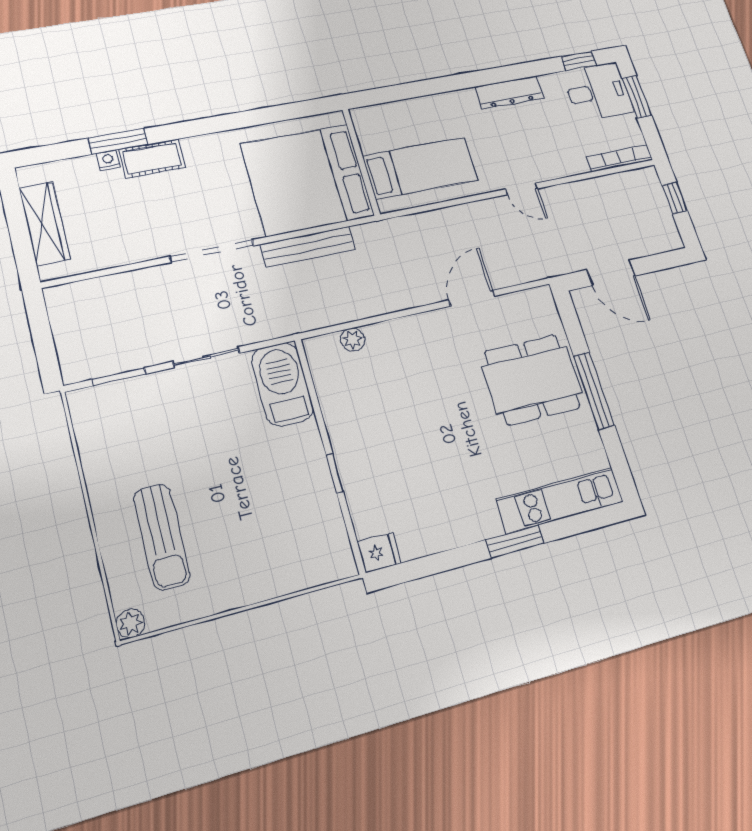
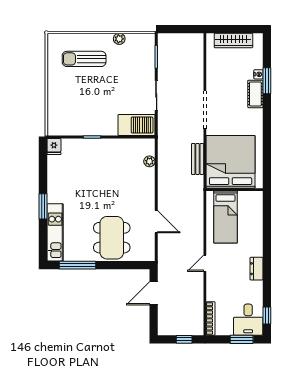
dresser: (509, 92) -> (256, 269), width x0.70
bench: (308, 247) -> (198, 159), width x0.73
window: (594, 390) -> (78, 265), moved
plant: (131, 623) -> (119, 39), moved

